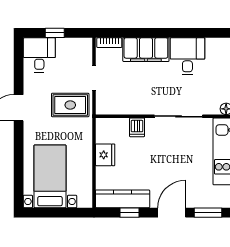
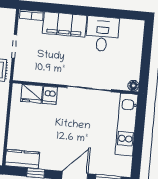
fridge: (105, 155) -> (32, 94), moved, turned 90
kitchen counter: (123, 199) -> (22, 159), width x0.67

